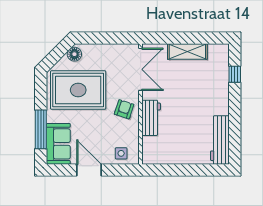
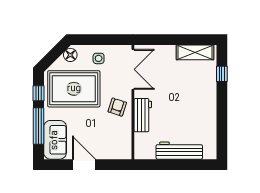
shelving: (187, 52) -> (195, 52), moved
window: (41, 95) -> (38, 93), added
workbench: (220, 140) -> (179, 151), moved, turned 90
side table: (121, 153) -> (99, 58), moved

